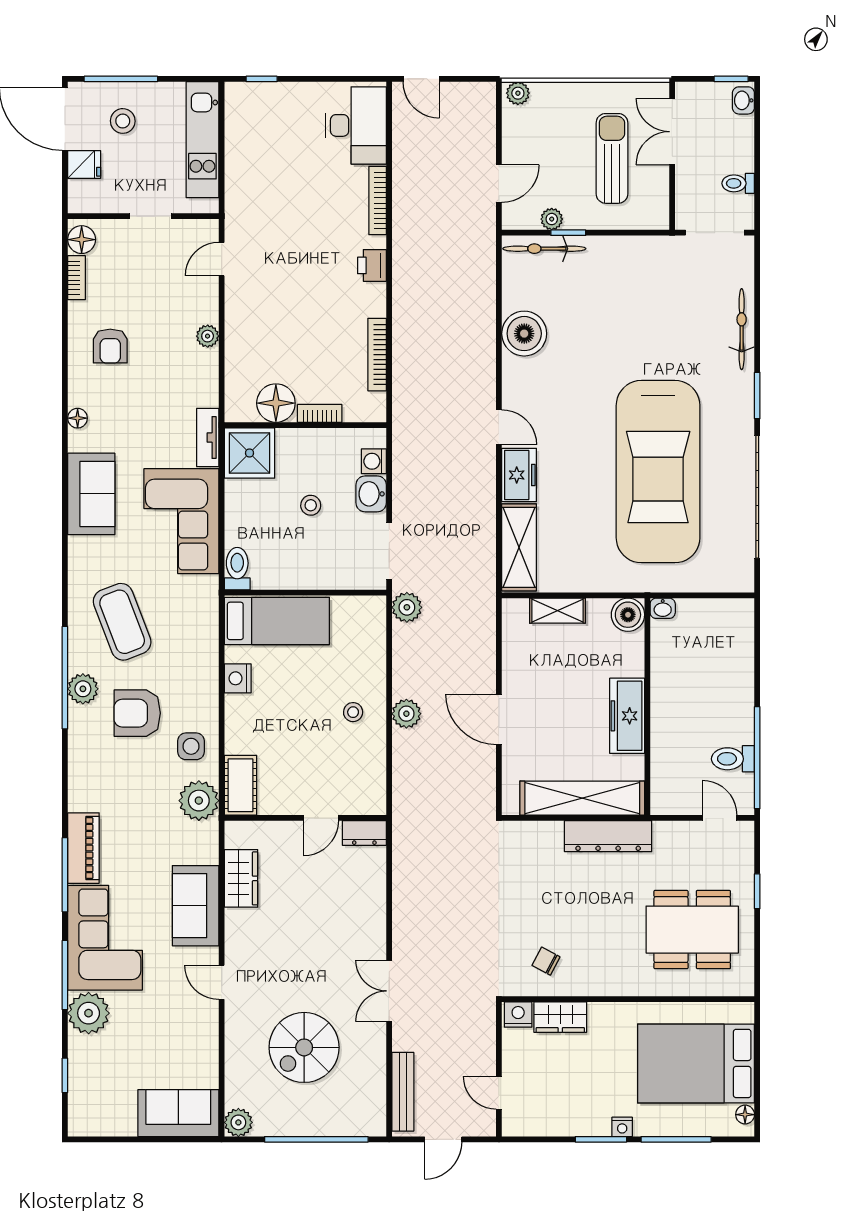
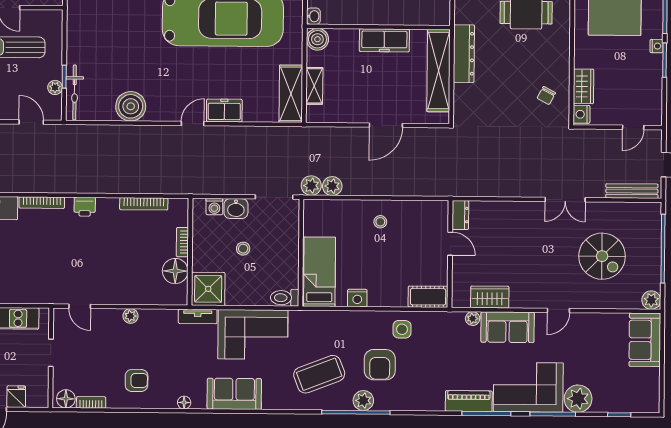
shelving: (519, 547) -> (291, 94), moved, turned 90
plant: (406, 714) -> (332, 186), moved
plant: (199, 801) -> (473, 319), moved, width x0.53, depth x0.53

